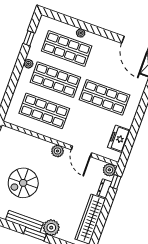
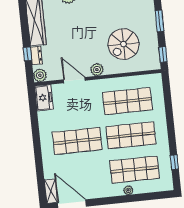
plant: (28, 64) -> (163, 138), removed
freezer: (119, 139) -> (44, 98), moved
window: (116, 182) -> (27, 54), moved
spiral stairs: (23, 183) -> (123, 44), moved, turned 180

